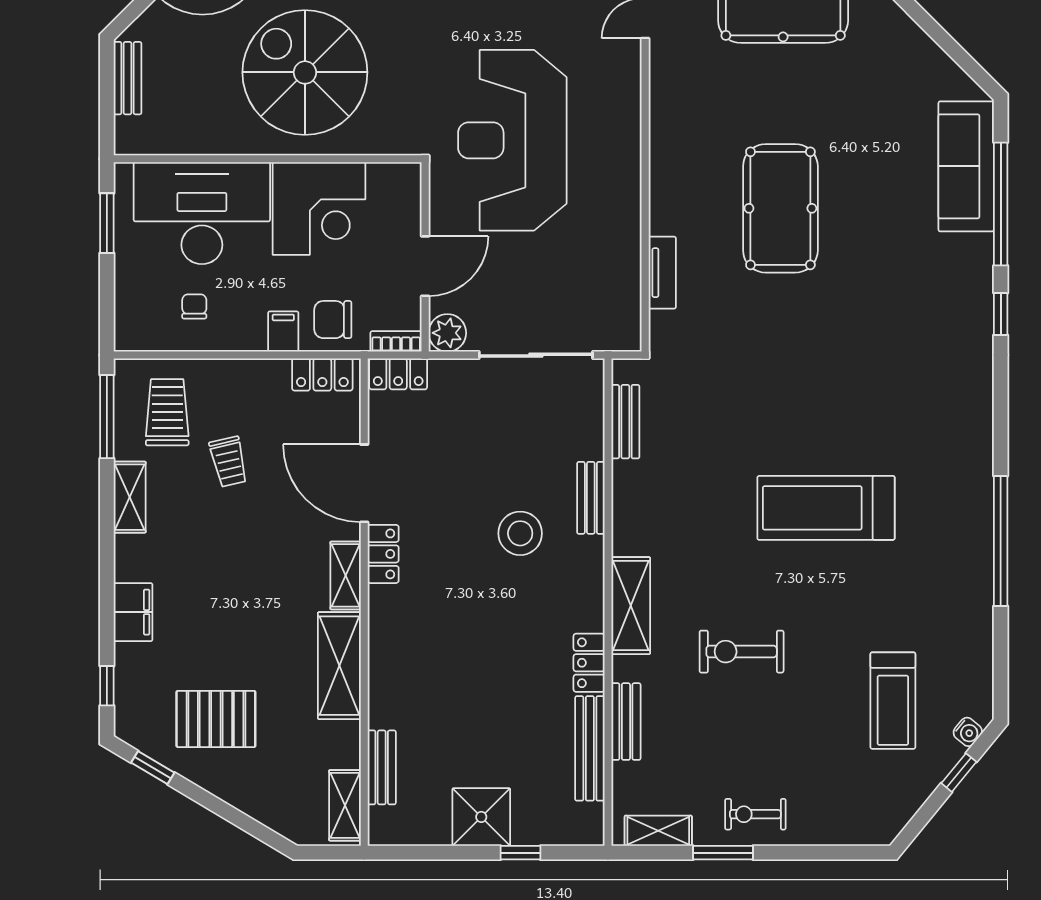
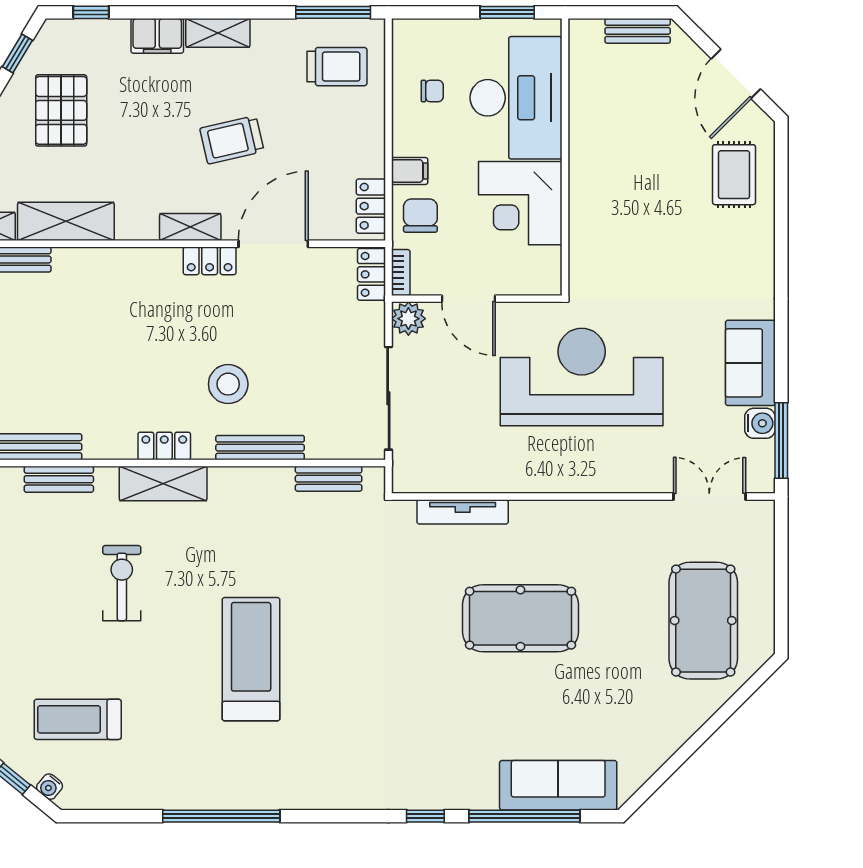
spiral stairs: (305, 72) -> (643, 191), removed
tv unit: (662, 273) -> (463, 512), width x1.41
trolley: (229, 462) -> (232, 140), moved, width x1.36, depth x1.39
shelving: (130, 497) -> (218, 33), moved
bench: (591, 498) -> (260, 448), width x1.36
locker: (589, 663) -> (164, 446), moved
shelving: (339, 666) -> (66, 221), moved

